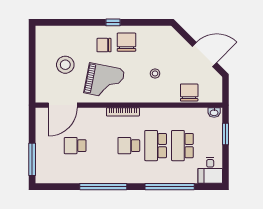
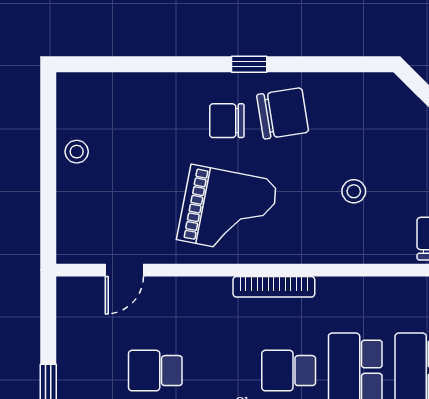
chair: (126, 42) -> (283, 113), turned 81
stool: (65, 65) -> (77, 152), moved, width x0.53, depth x0.53
door: (63, 105) -> (124, 270), width x0.53

